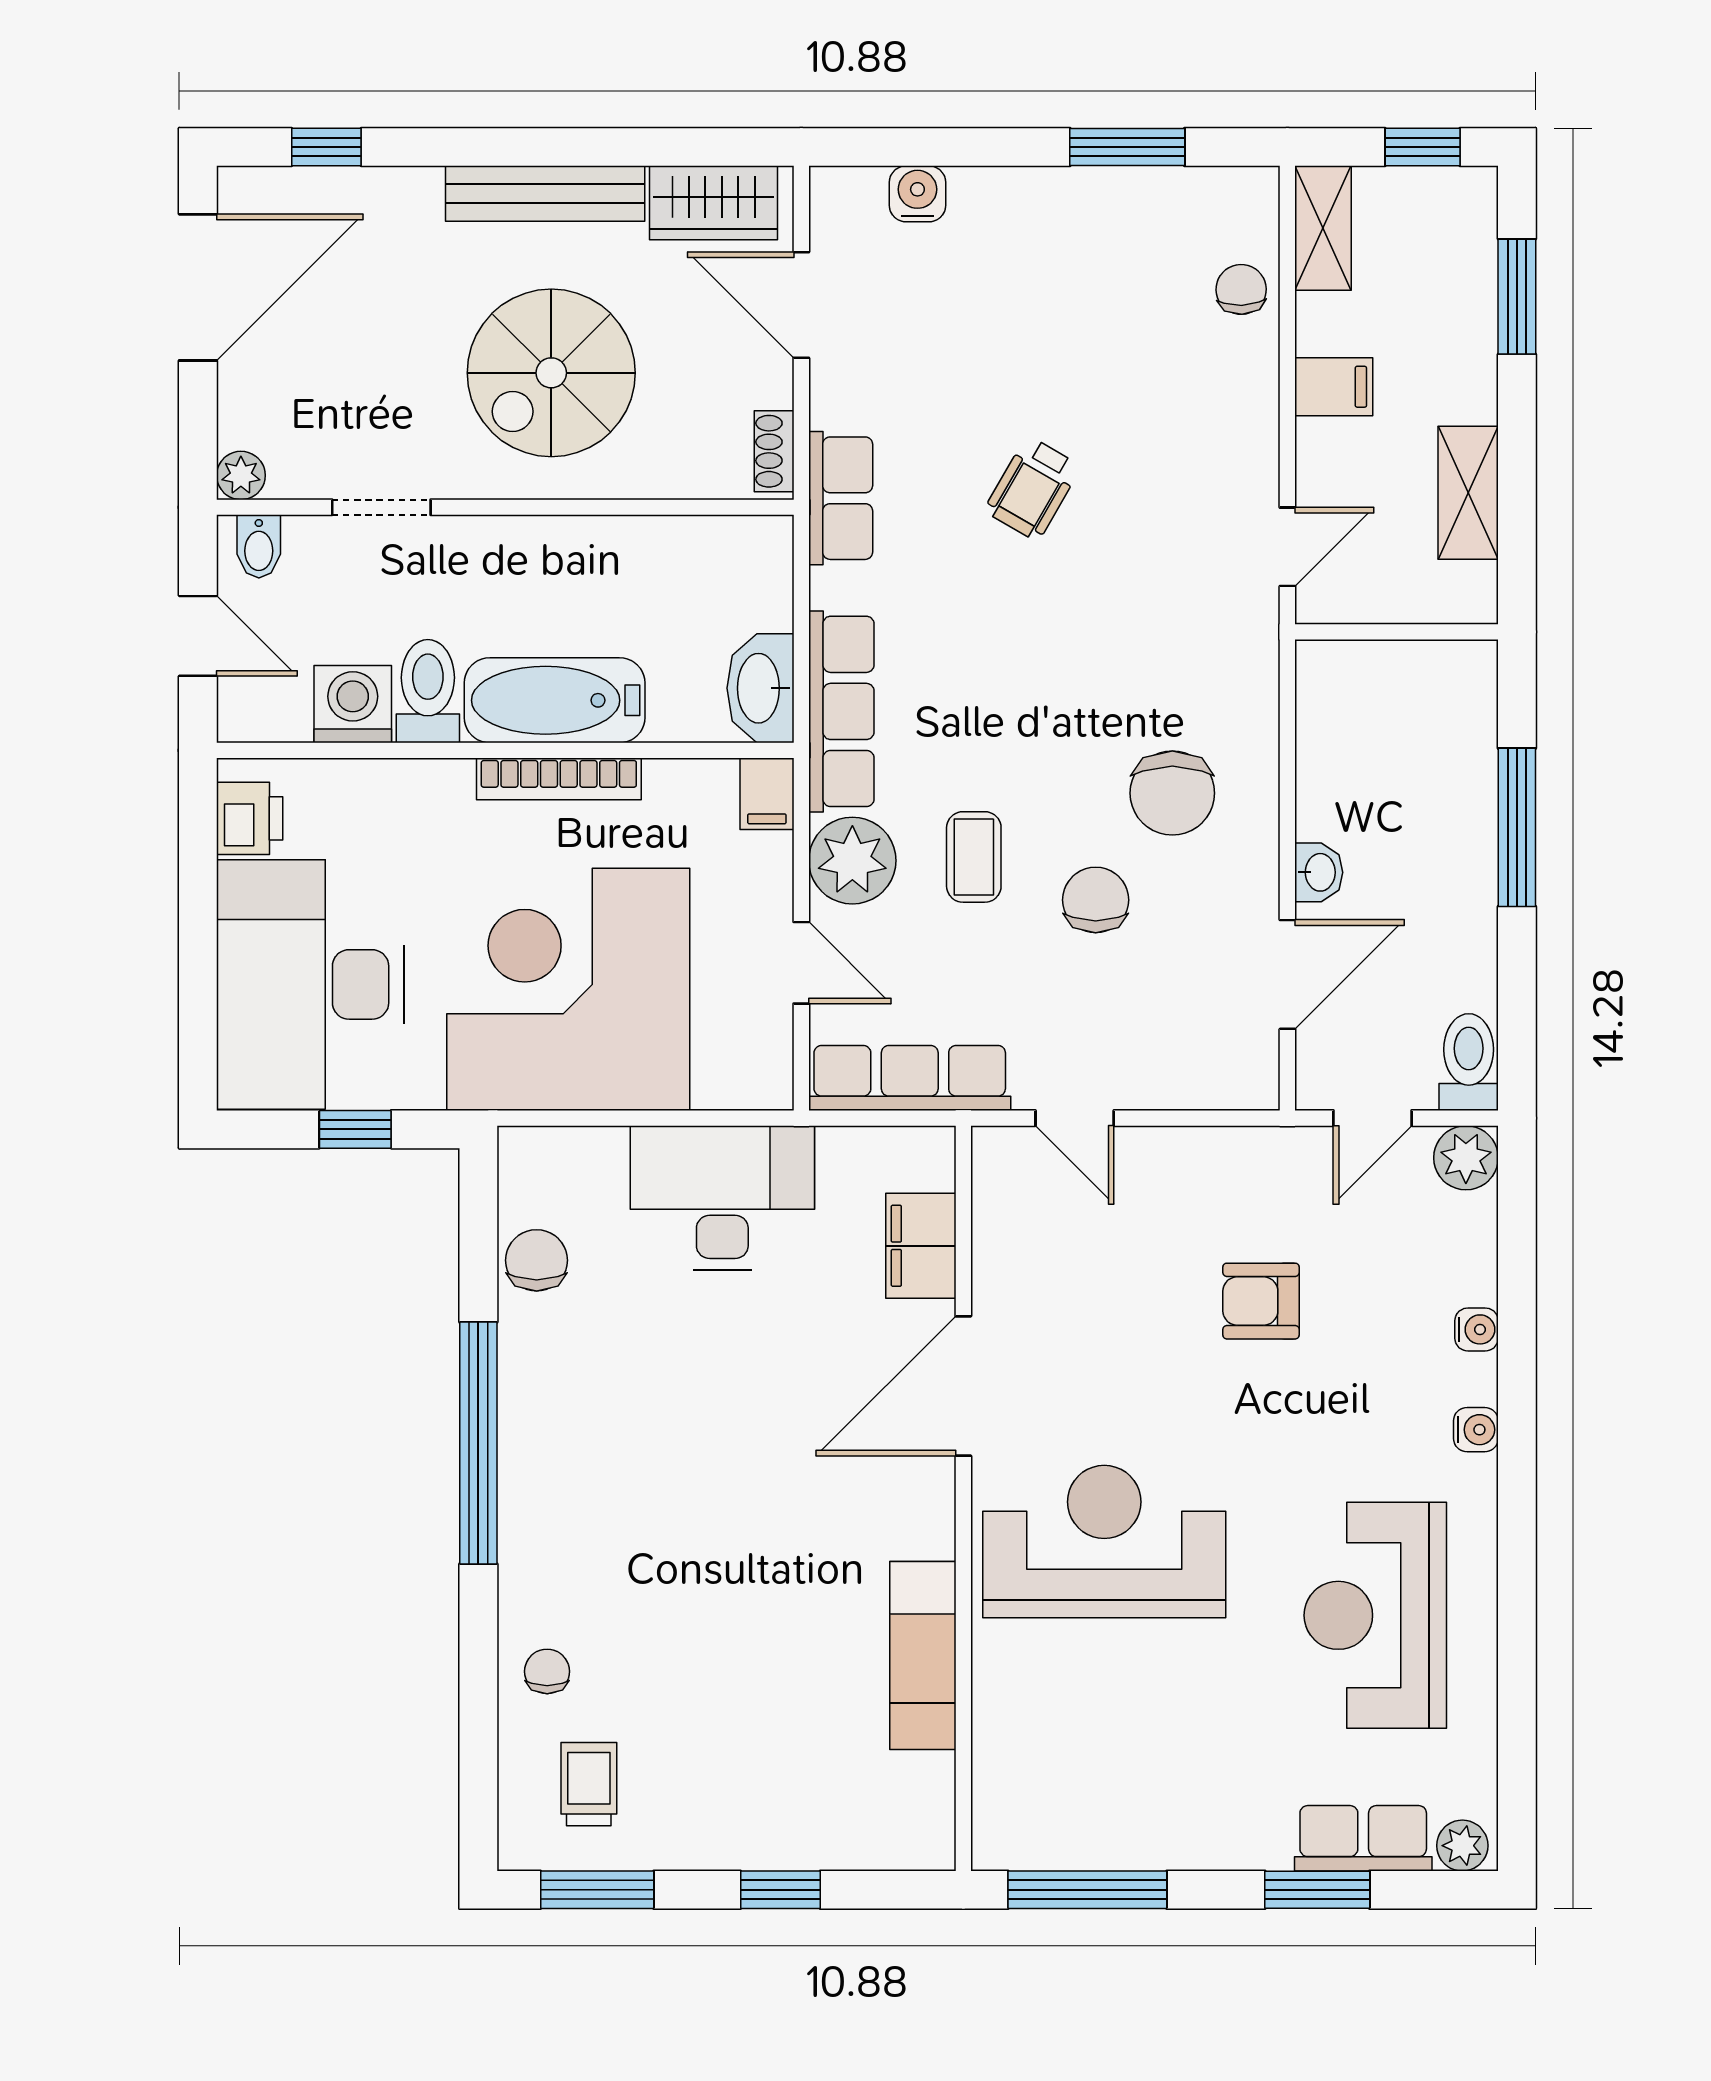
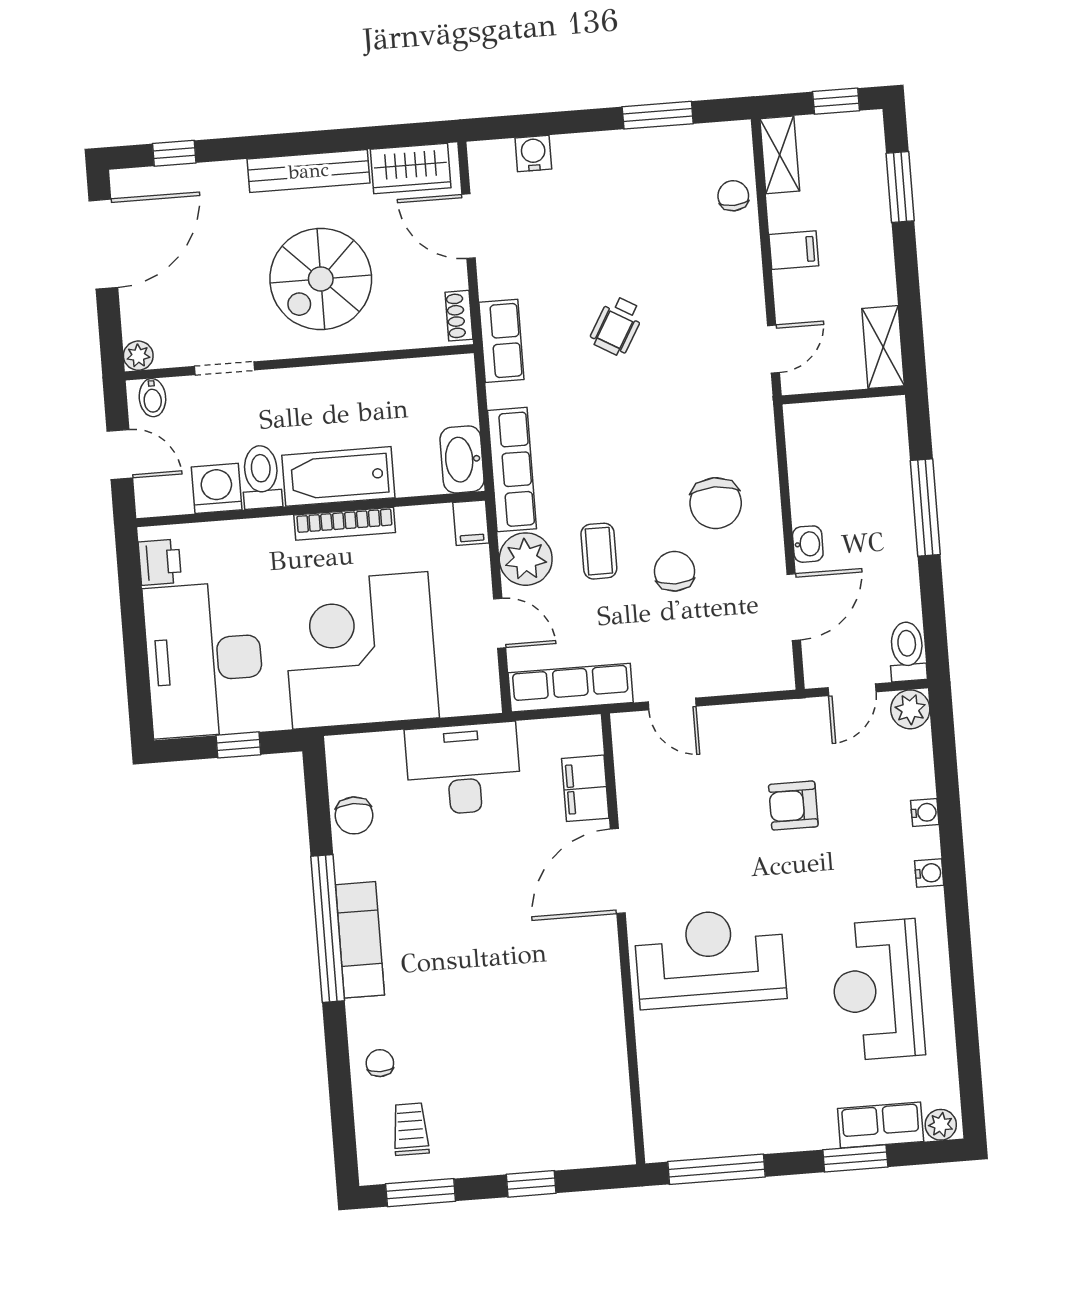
shelving: (1468, 493) -> (883, 347), moved
chair: (537, 1260) -> (354, 815), turned 180
exam couch: (923, 1655) -> (360, 940), moved, turned 180

